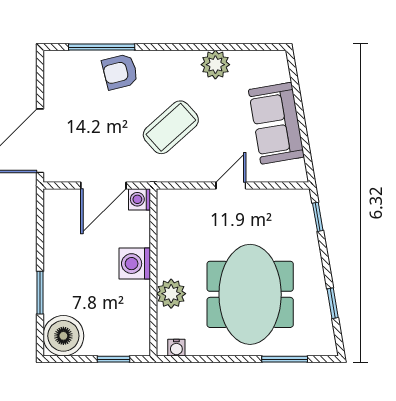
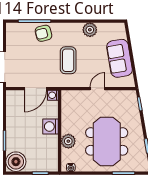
coffee table: (171, 127) -> (68, 60), turned -48

